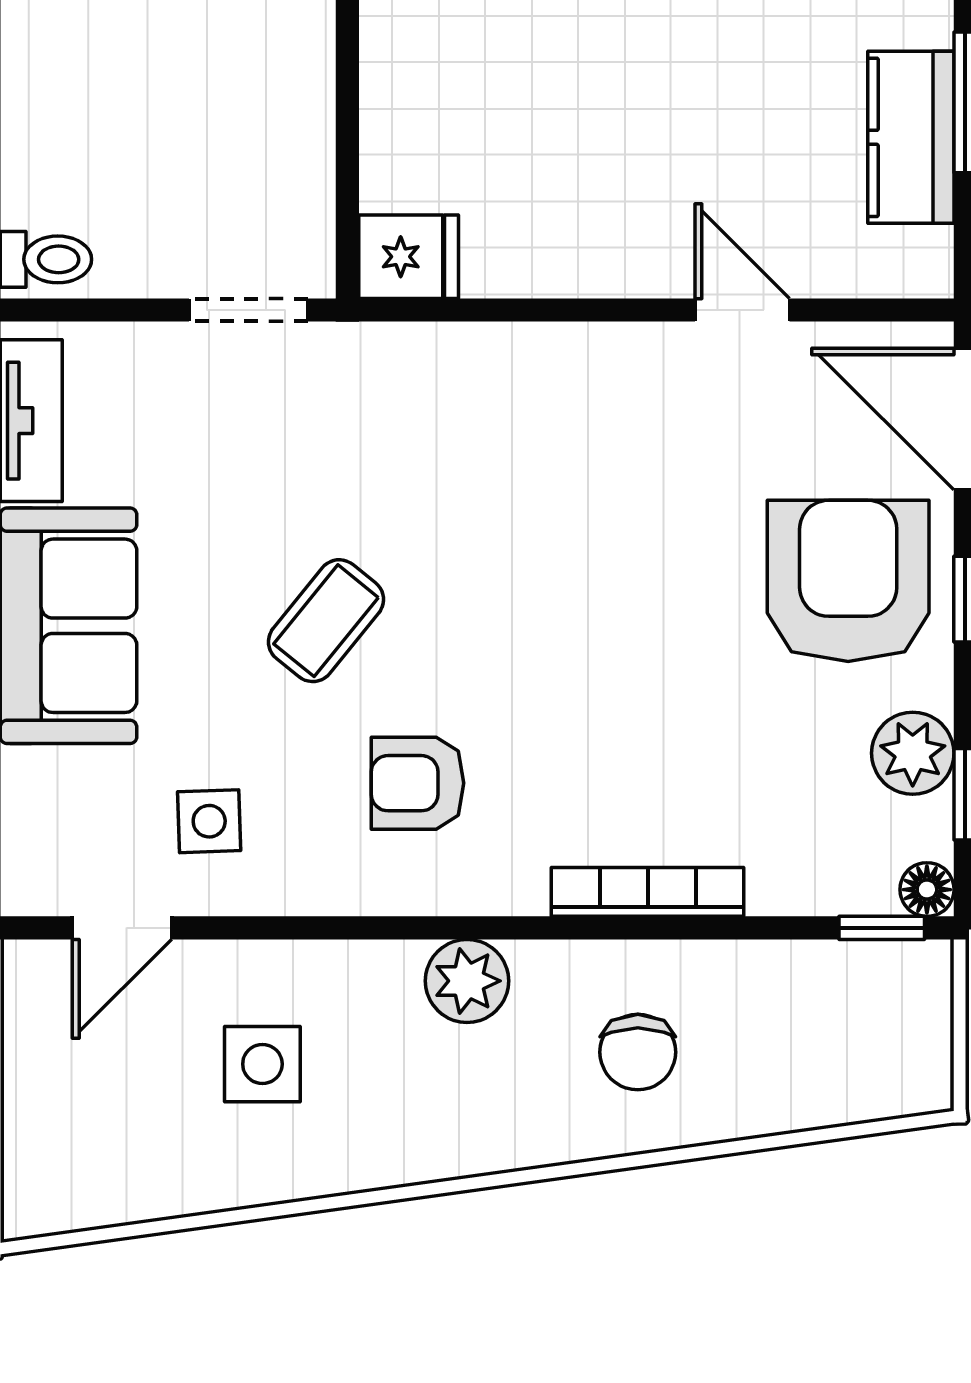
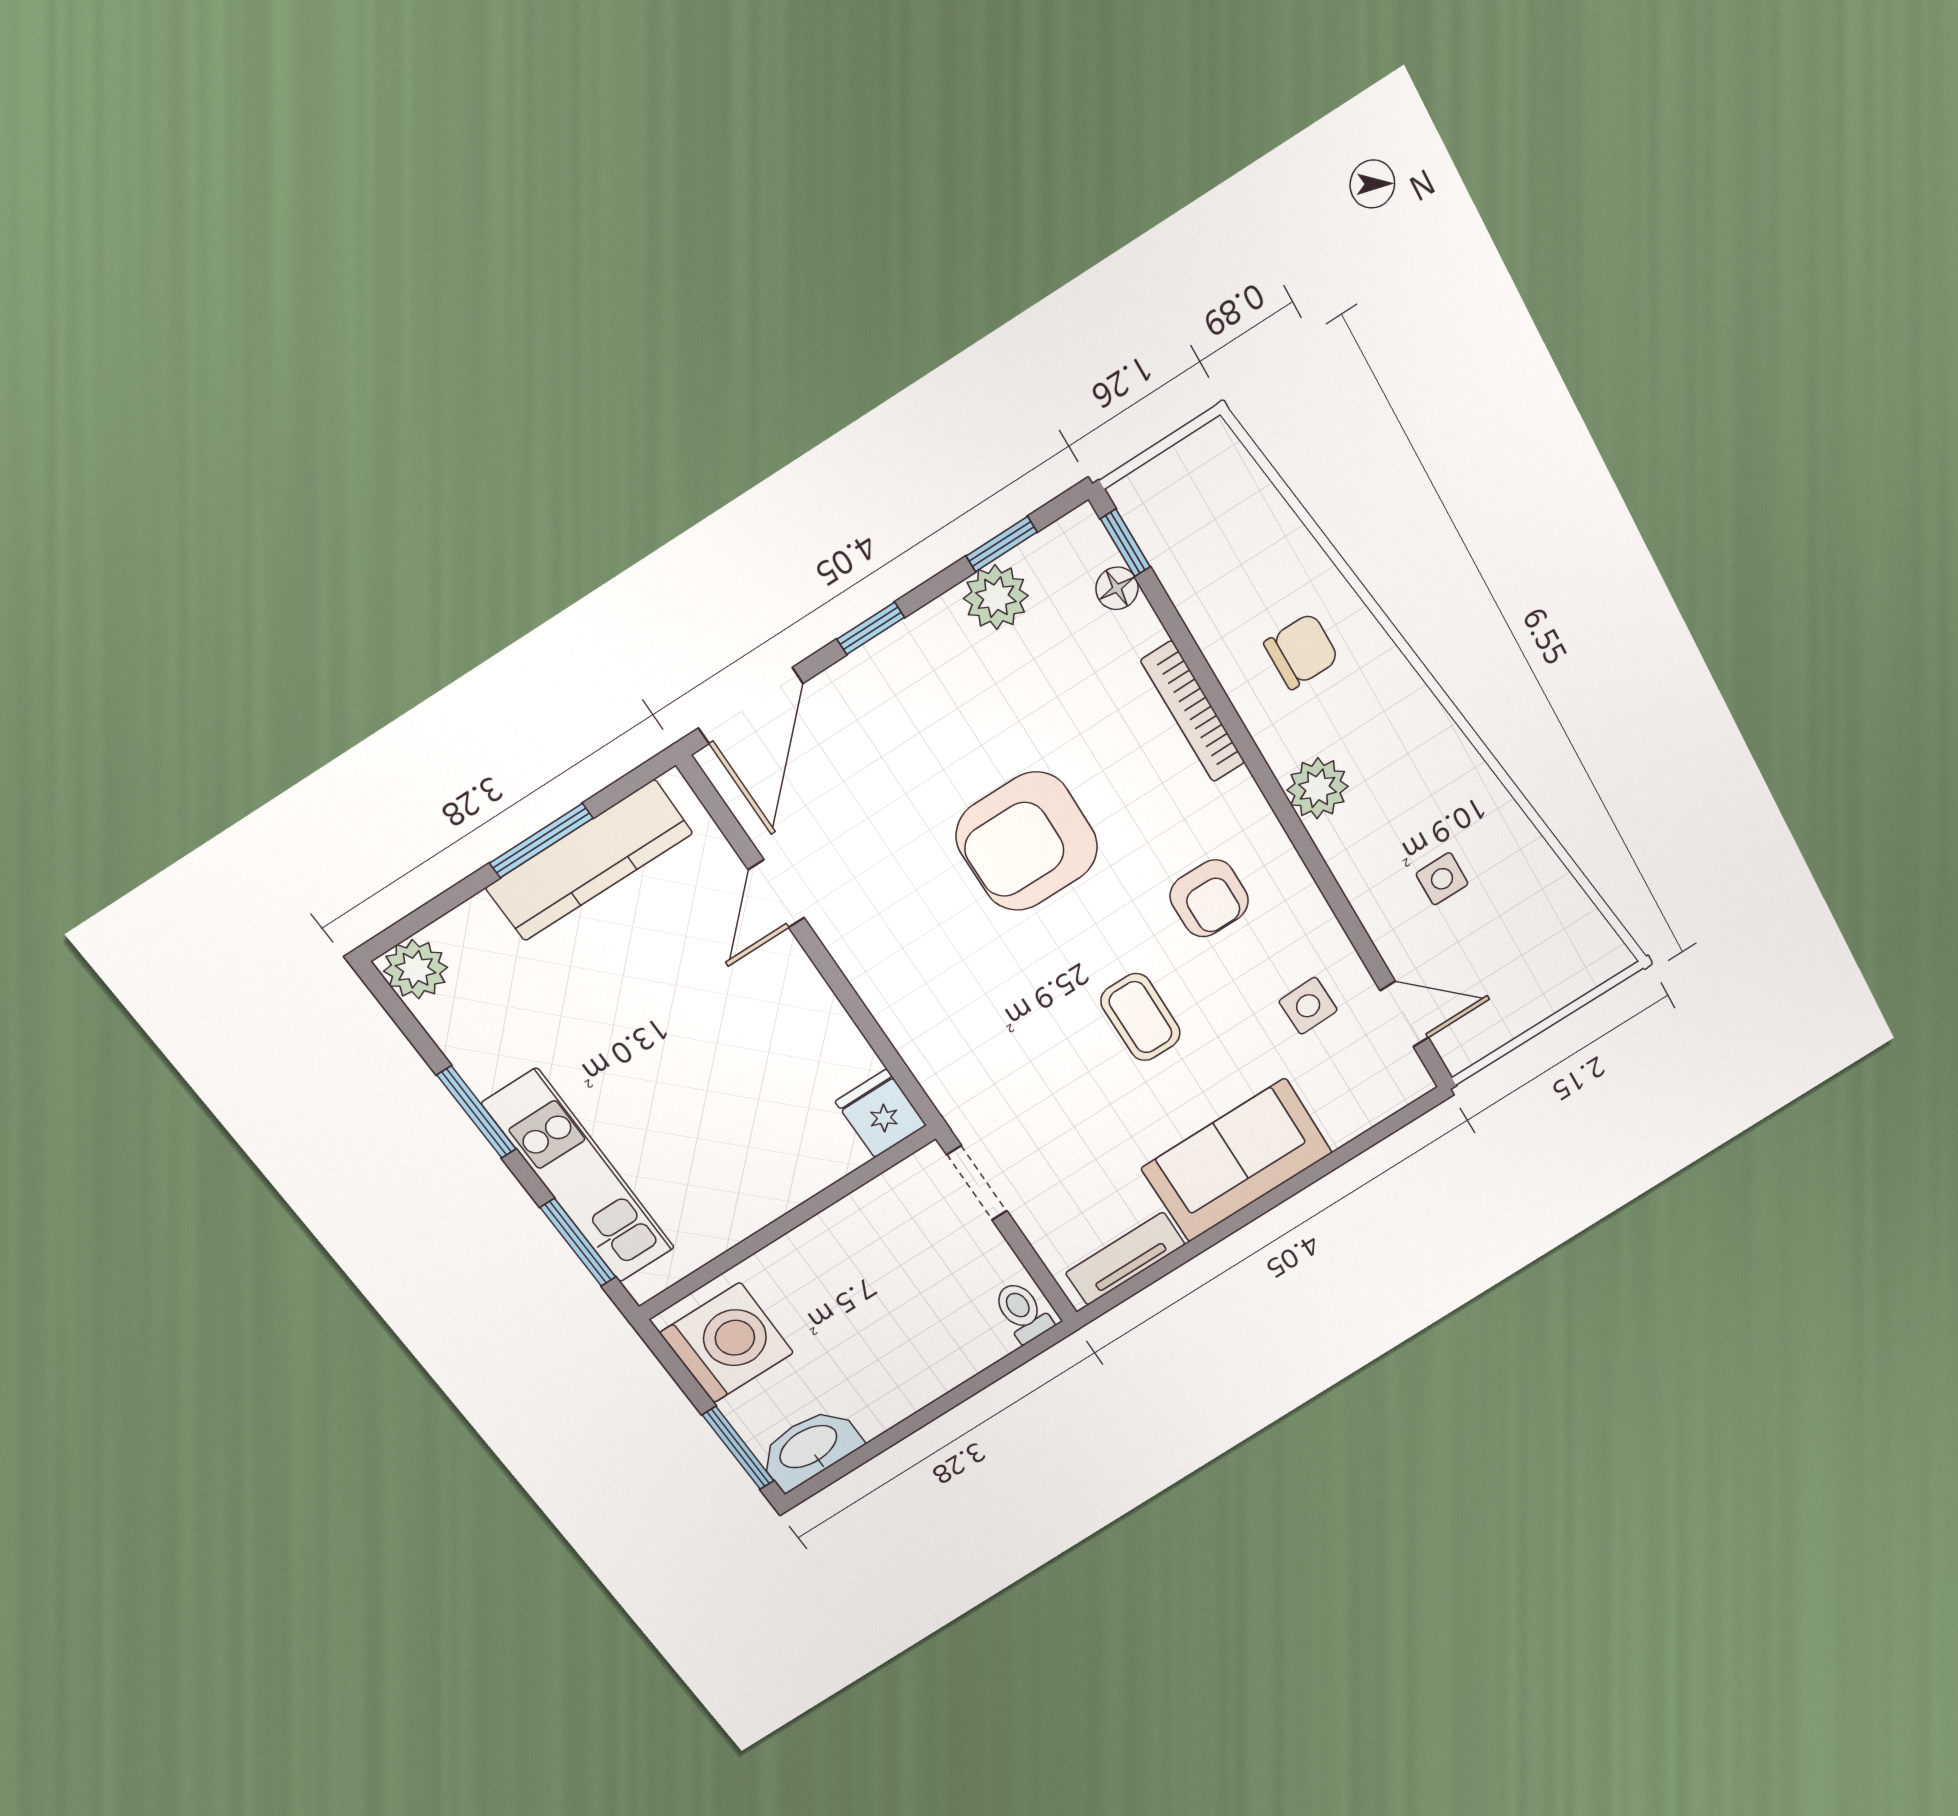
kitchen counter: (911, 137) -> (589, 860), width x1.50
armchair: (848, 581) -> (1027, 841), moved
coffee table: (326, 621) -> (1141, 1017), turned 51
floor lamp: (927, 890) -> (1117, 588), moved
side table: (262, 1064) -> (1442, 879), width x0.73, depth x0.73

